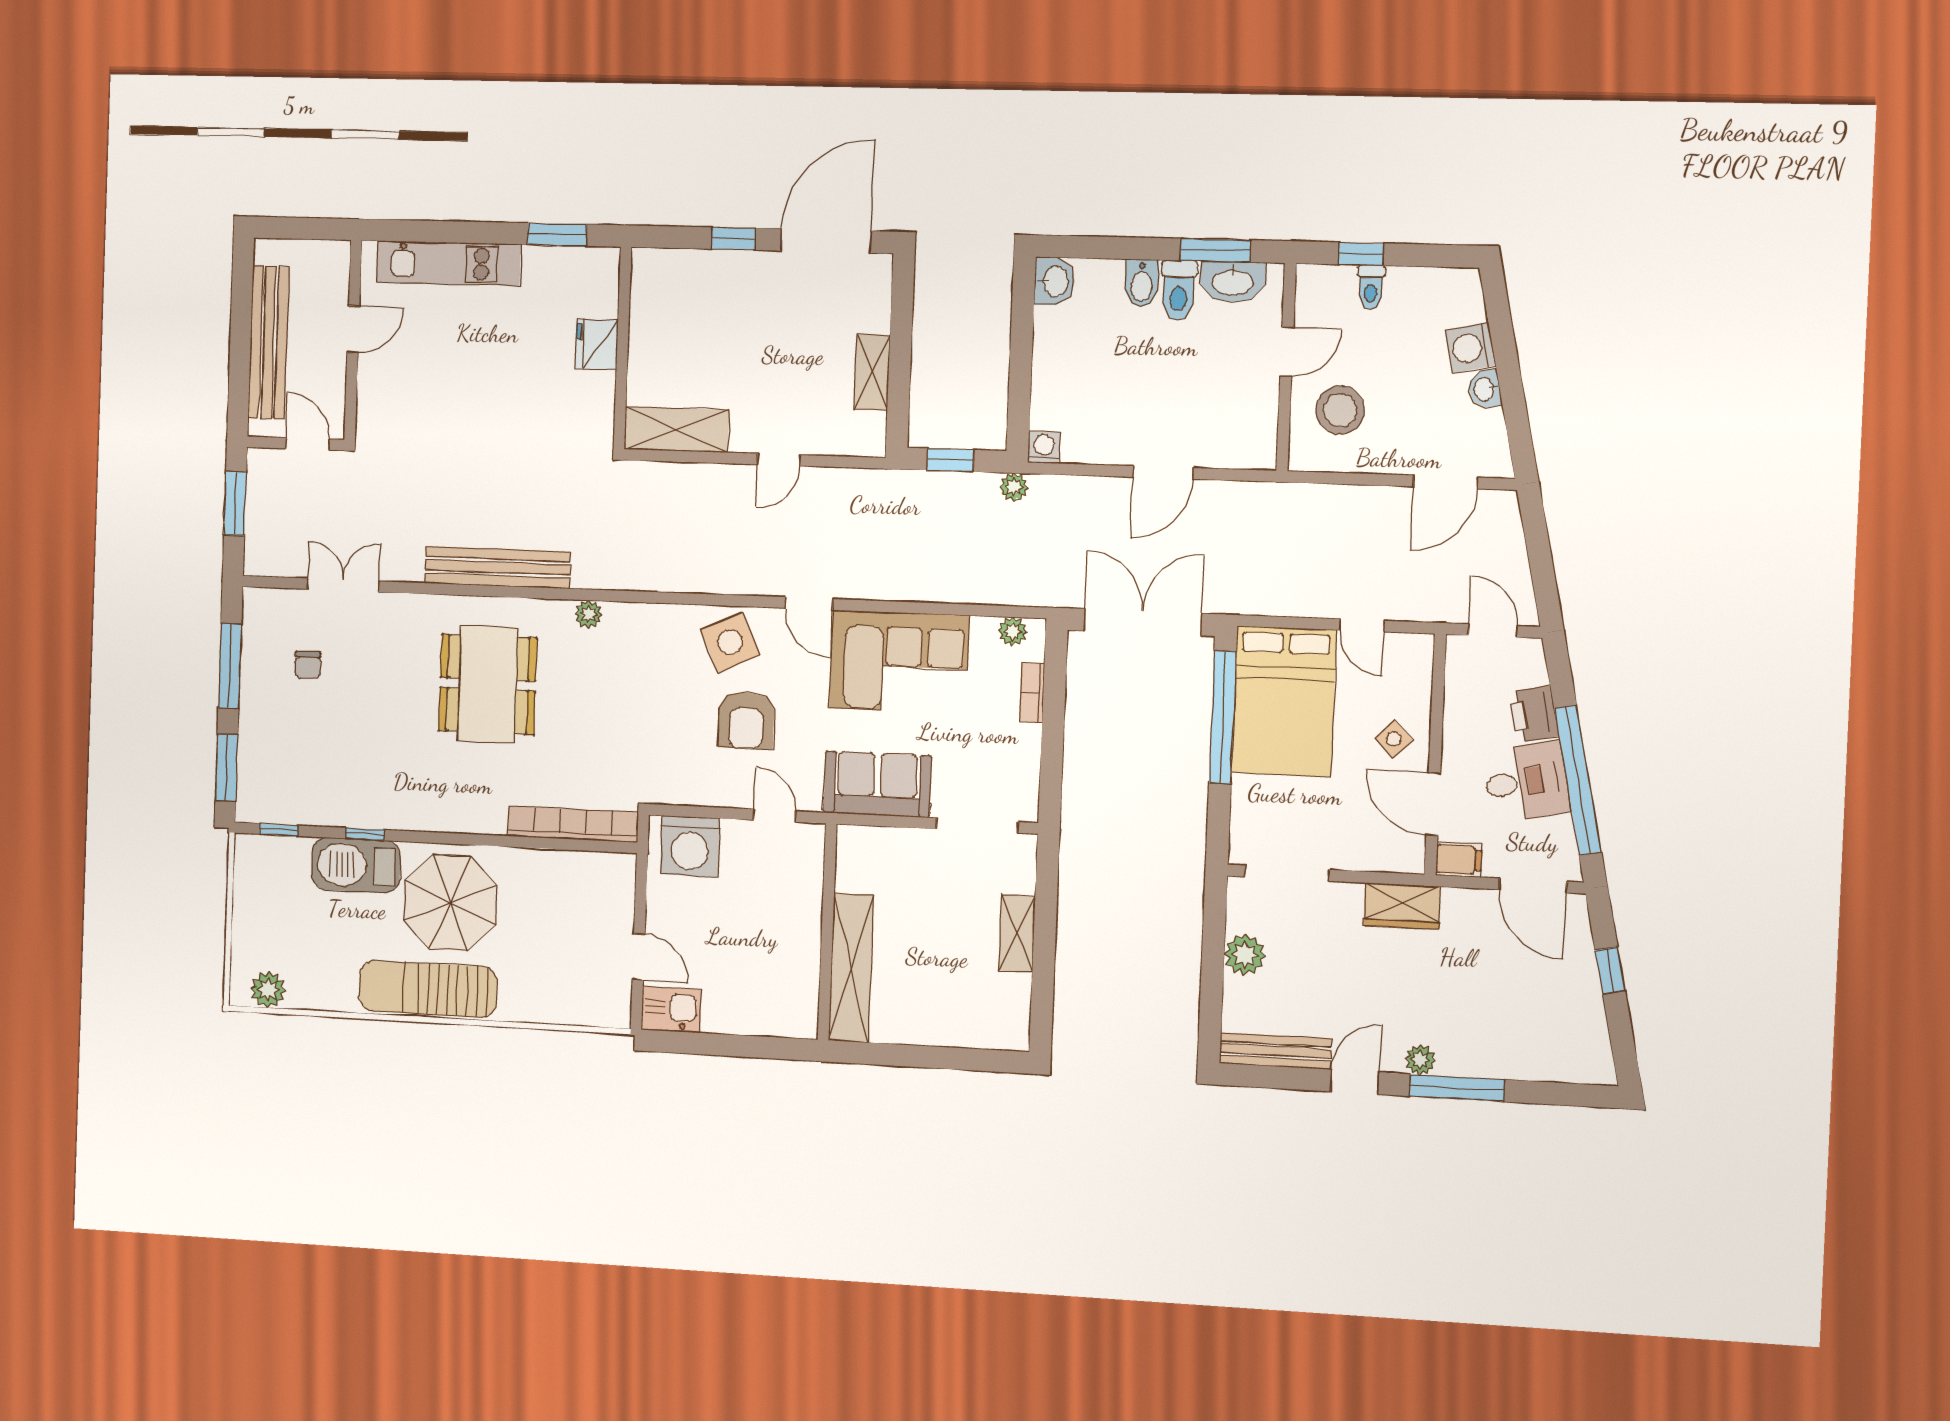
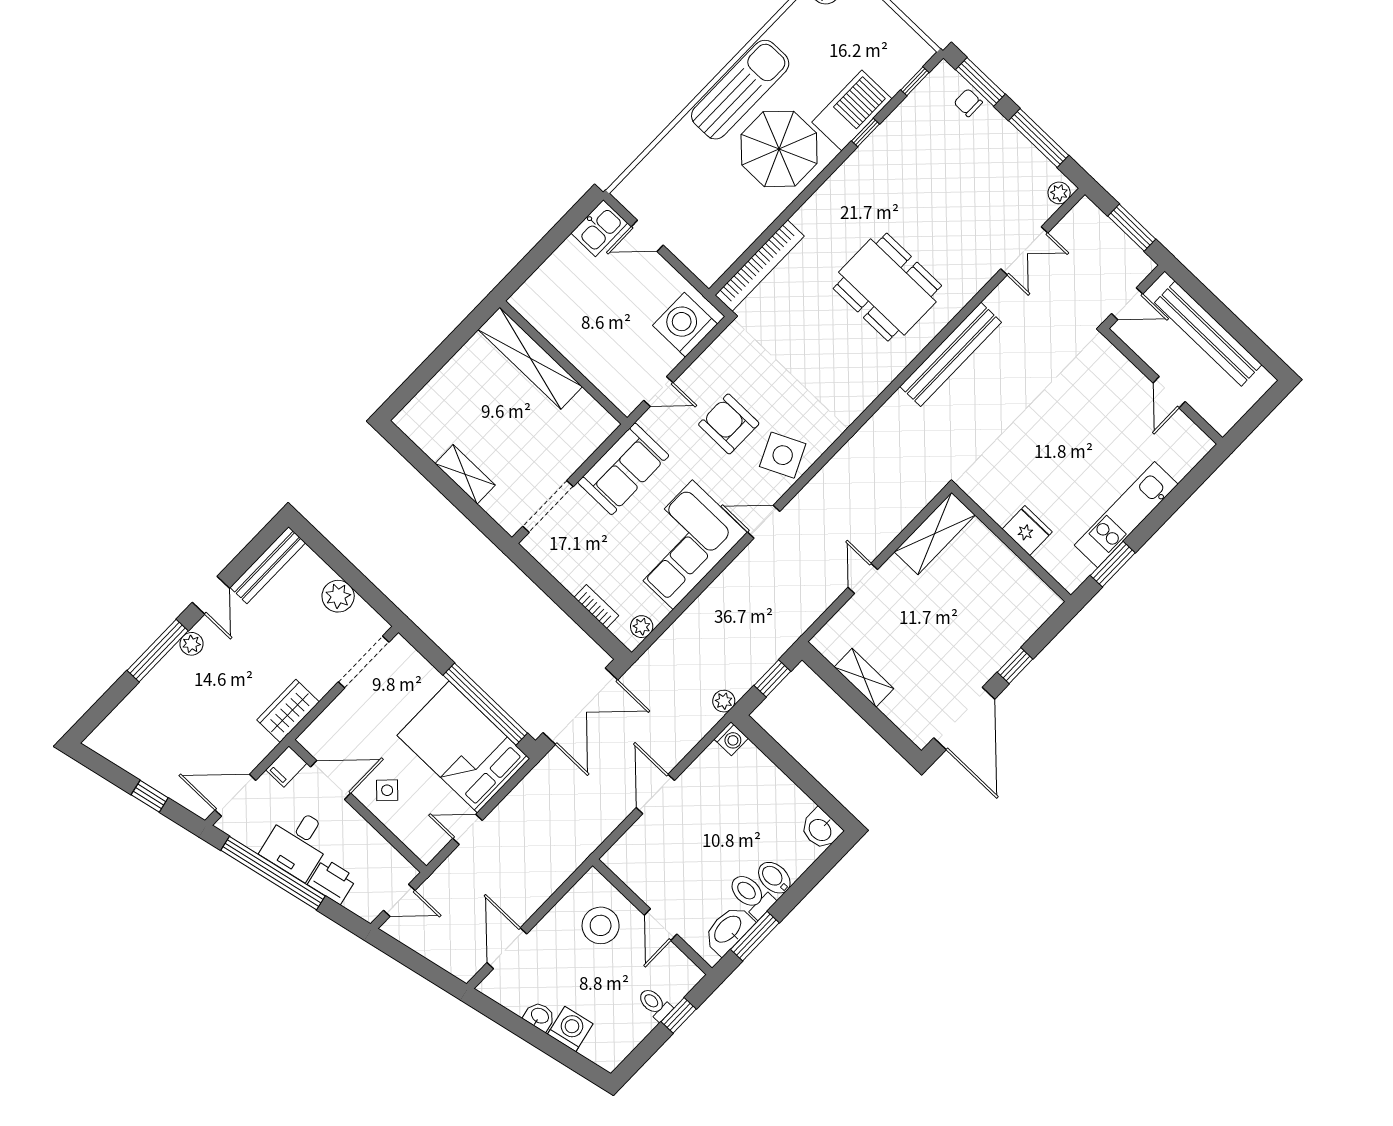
kitchen unit: (449, 263) -> (1126, 515), moved
plant: (589, 614) -> (1059, 193), moved
chair: (308, 665) -> (968, 103), moved

